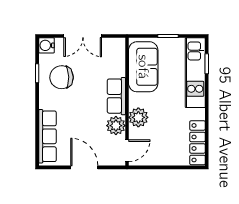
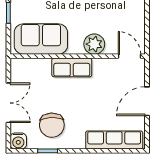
plant: (116, 126) -> (103, 68), removed

